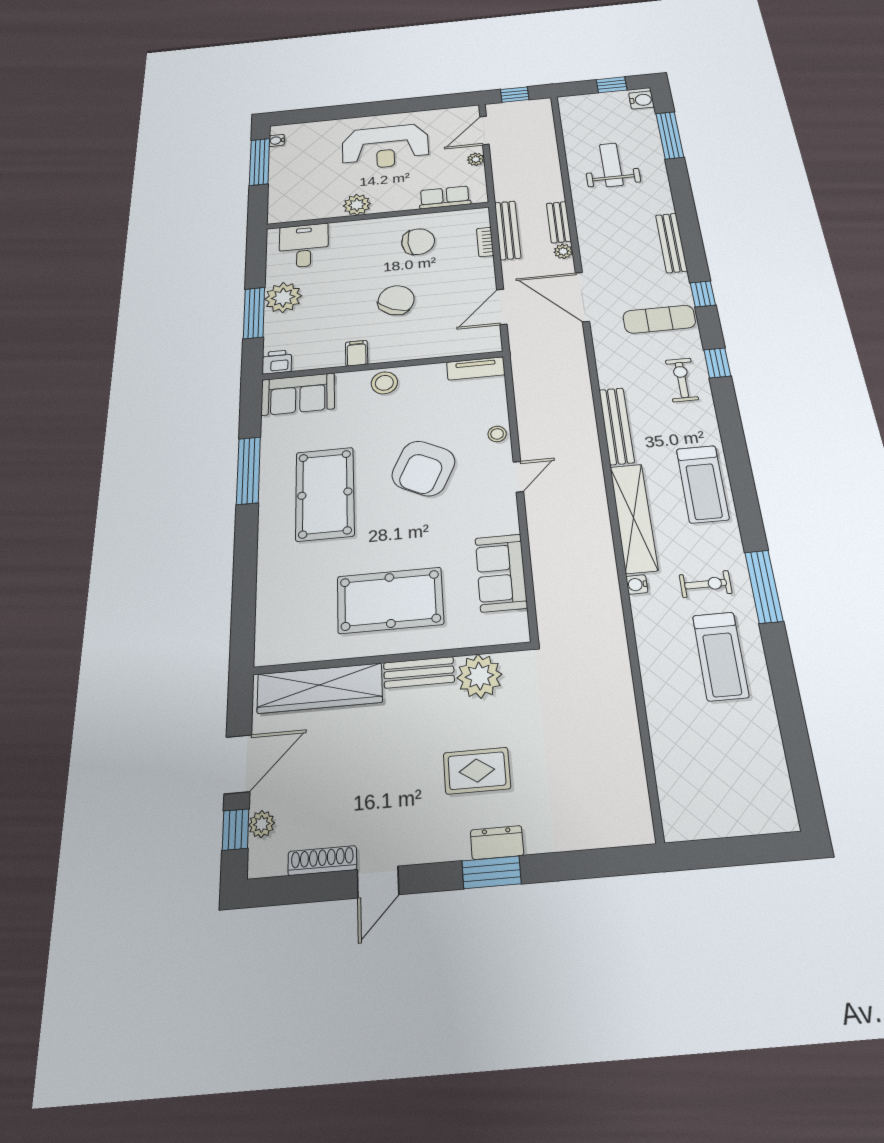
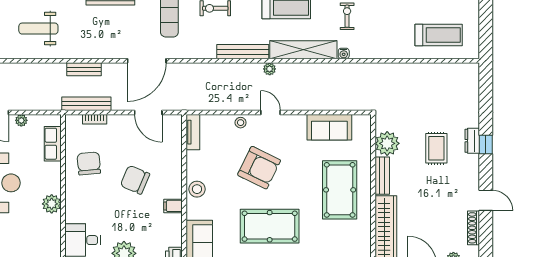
plant: (563, 251) -> (270, 69), moved
treadmill: (720, 656) -> (439, 35), moved
window: (491, 872) -> (486, 144), width x0.67

